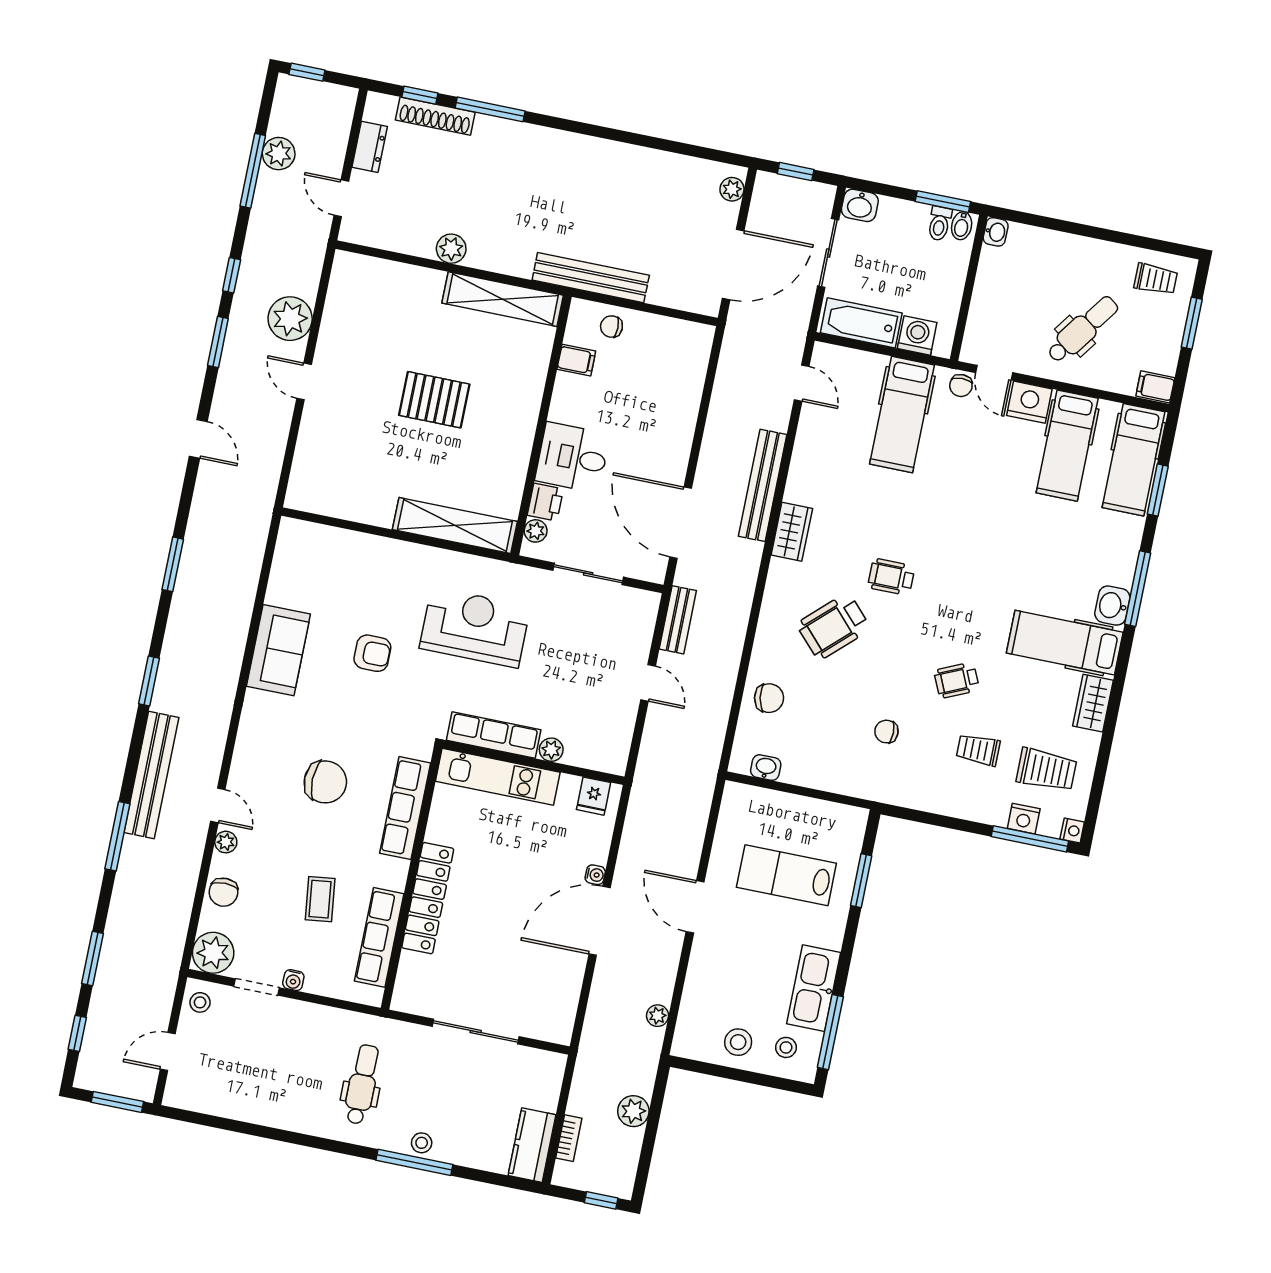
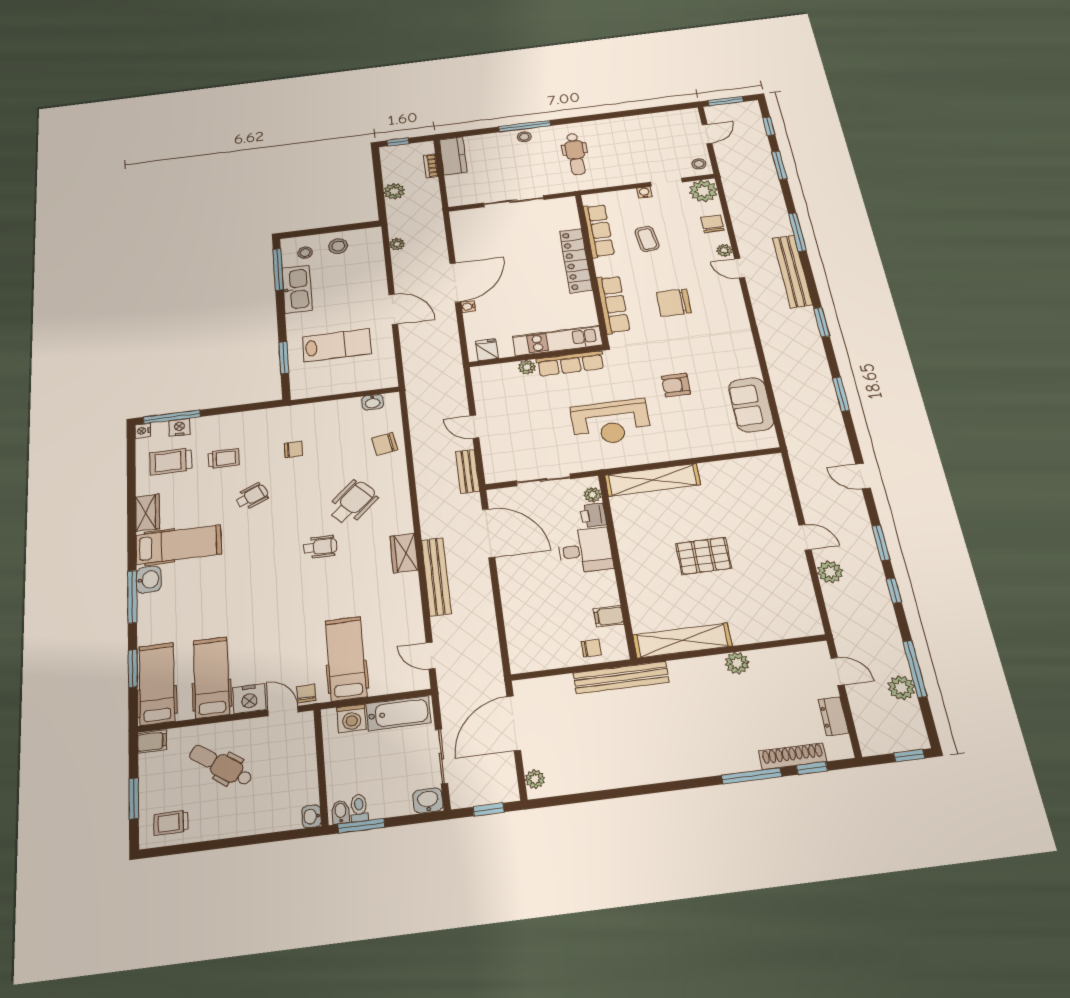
plant: (290, 319) -> (830, 572), width x0.73, depth x0.73
dental chair: (1083, 329) -> (221, 765), turned 89
sofa: (278, 650) -> (751, 405), moved

